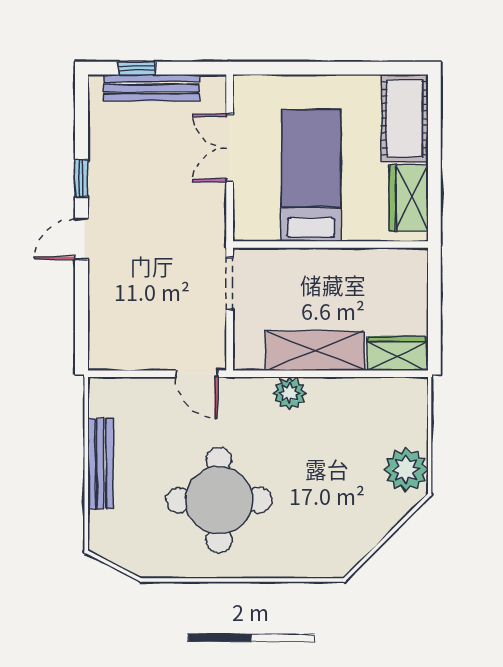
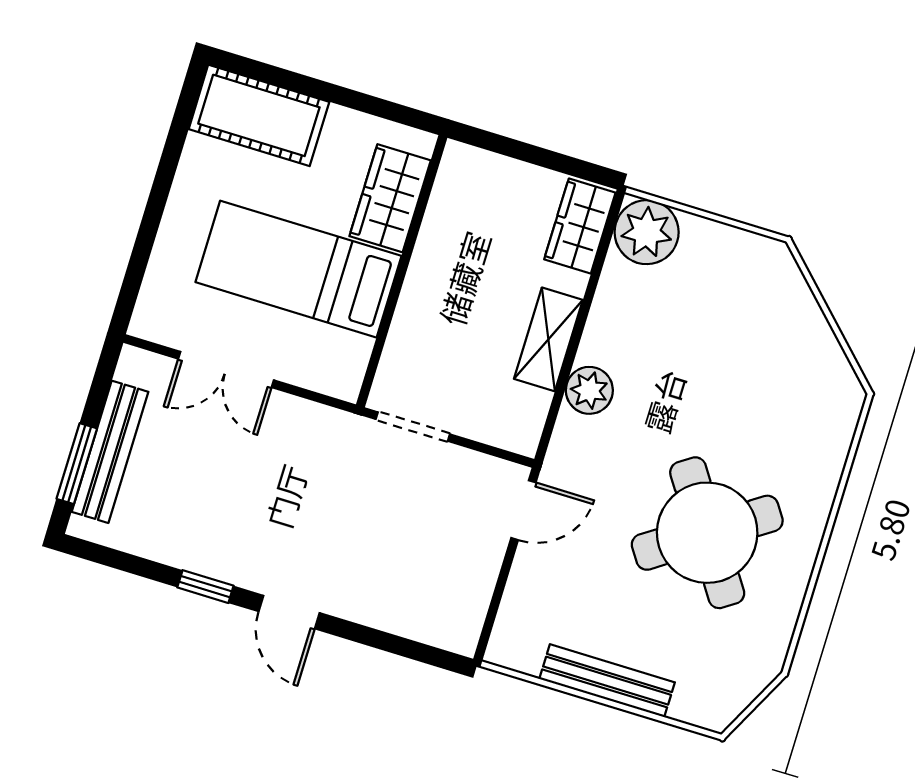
window: (137, 68) -> (77, 464), width x1.50
wardrobe: (409, 198) -> (390, 198), moved, turned 90
shelving: (315, 351) -> (548, 339), width x0.67, depth x0.75
plant: (406, 470) -> (647, 232), moved
round table: (219, 500) -> (707, 533), turned -34

